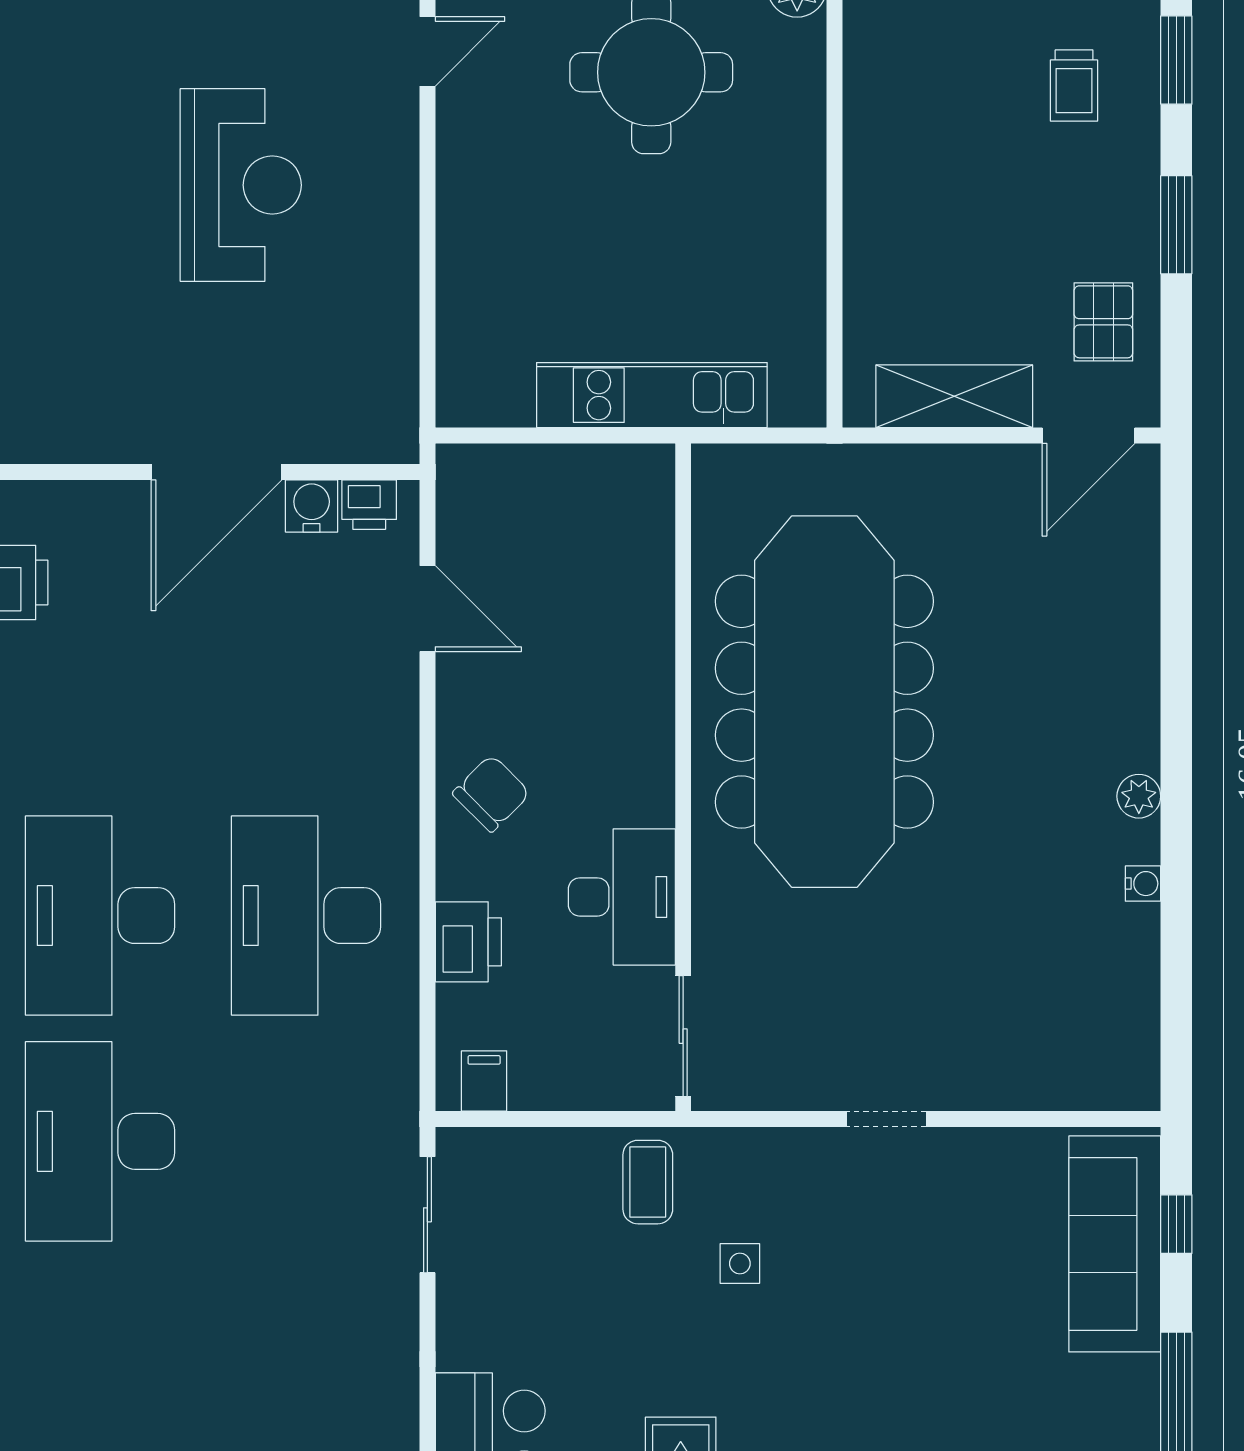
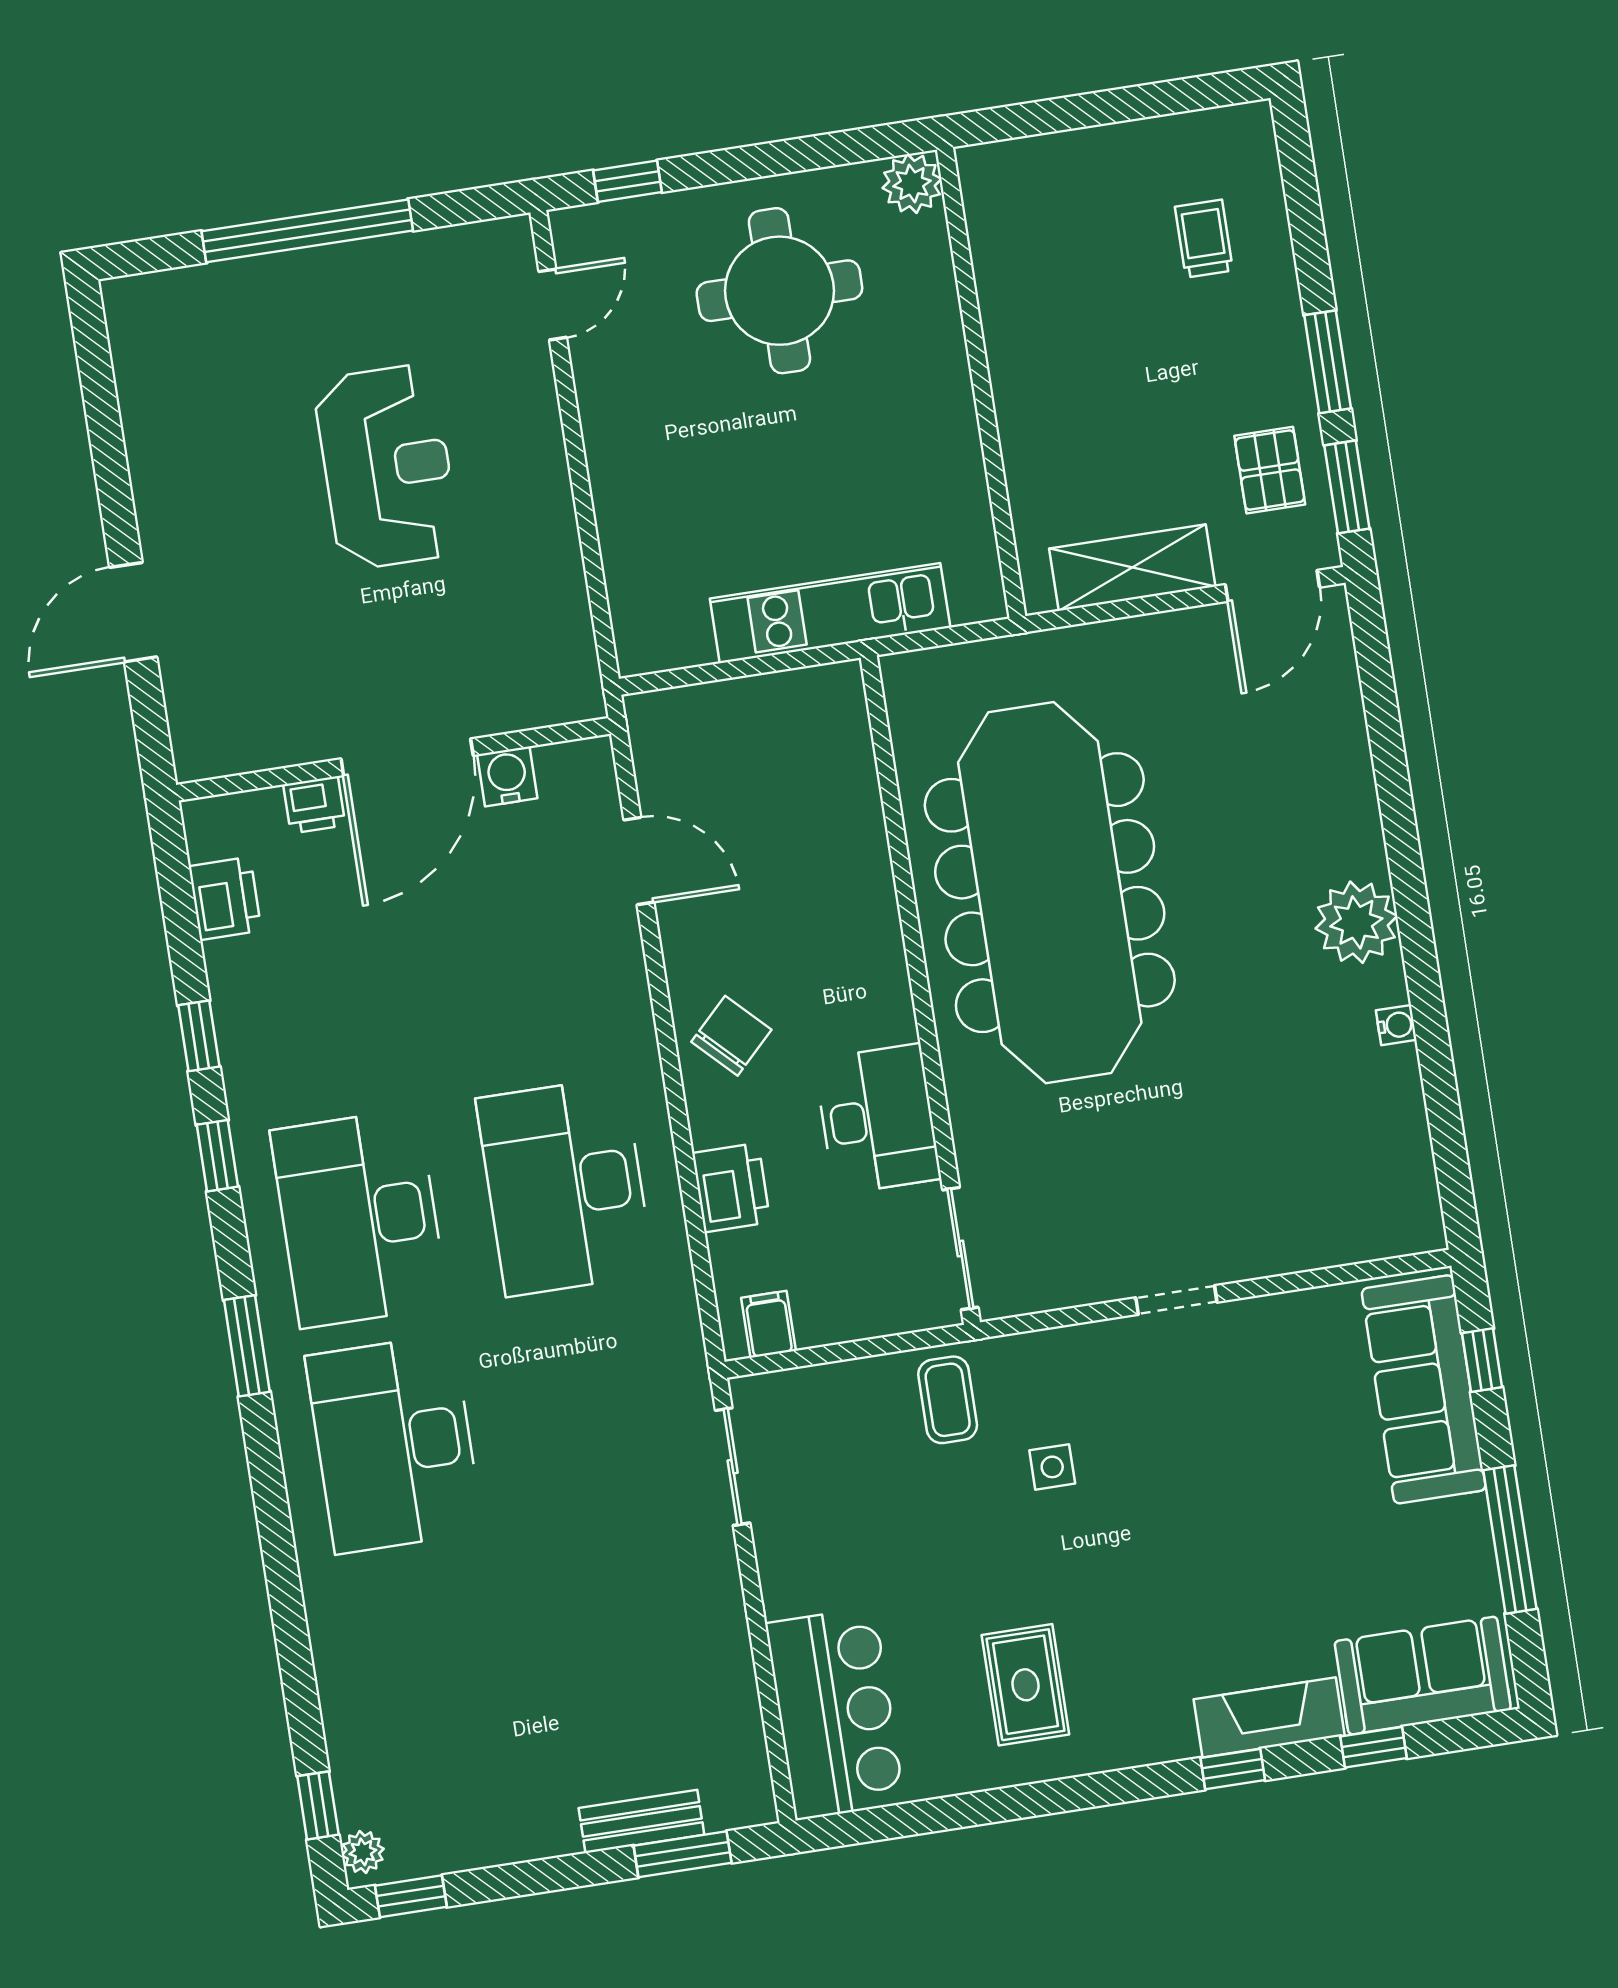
window: (1176, 60) -> (1347, 487), moved
trolley: (1074, 86) -> (1204, 239), turned 180
printer: (369, 505) -> (314, 805), moved
plant: (1139, 796) -> (1356, 922), width x1.87, depth x1.87

